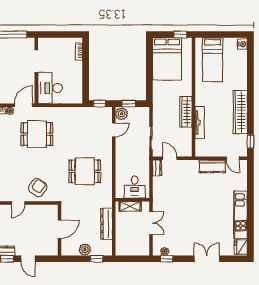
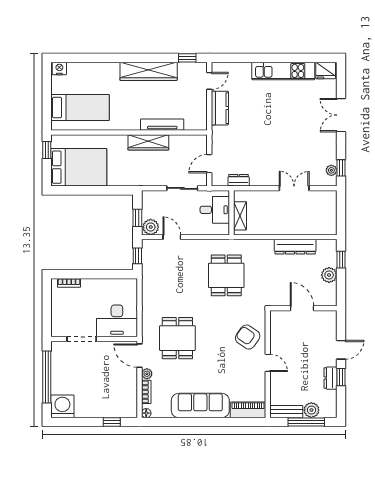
dresser: (157, 168) -> (239, 180), moved
desk: (135, 187) -> (215, 210), moved
wall: (132, 200) -> (232, 213), moved
shelving: (130, 206) -> (240, 216), moved

